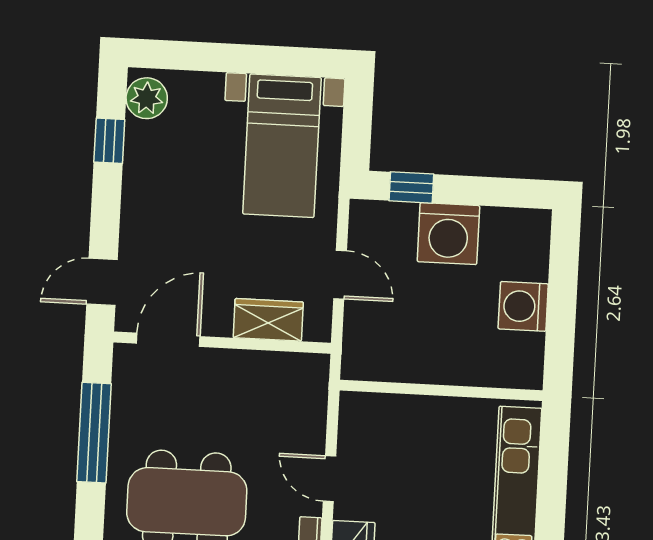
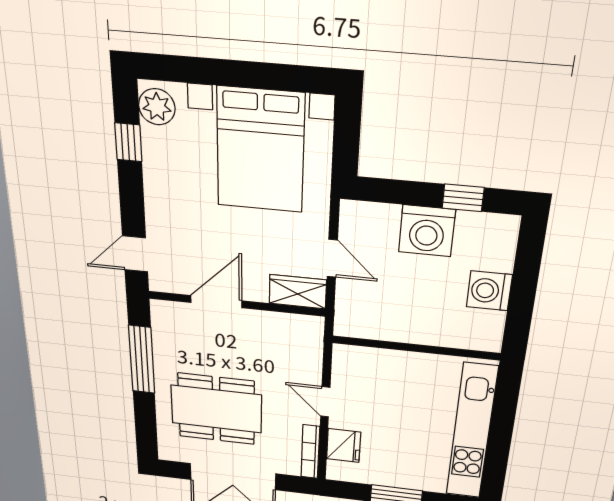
bed with nightstands: (282, 146) -> (260, 150), width x1.36
window: (411, 187) -> (463, 198), moved
wardrobe: (268, 320) -> (298, 292), moved
door: (168, 340) -> (216, 302), moved

